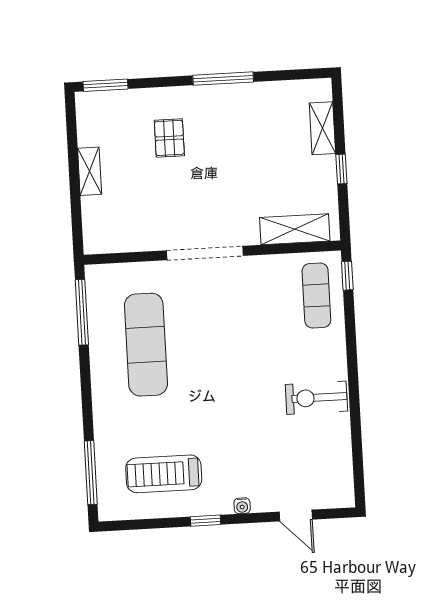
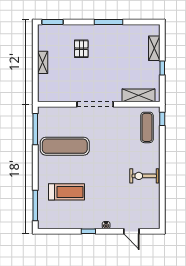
exercise mat: (146, 345) -> (65, 146), turned 90
treadmill: (164, 474) -> (66, 192), moved, turned 180

